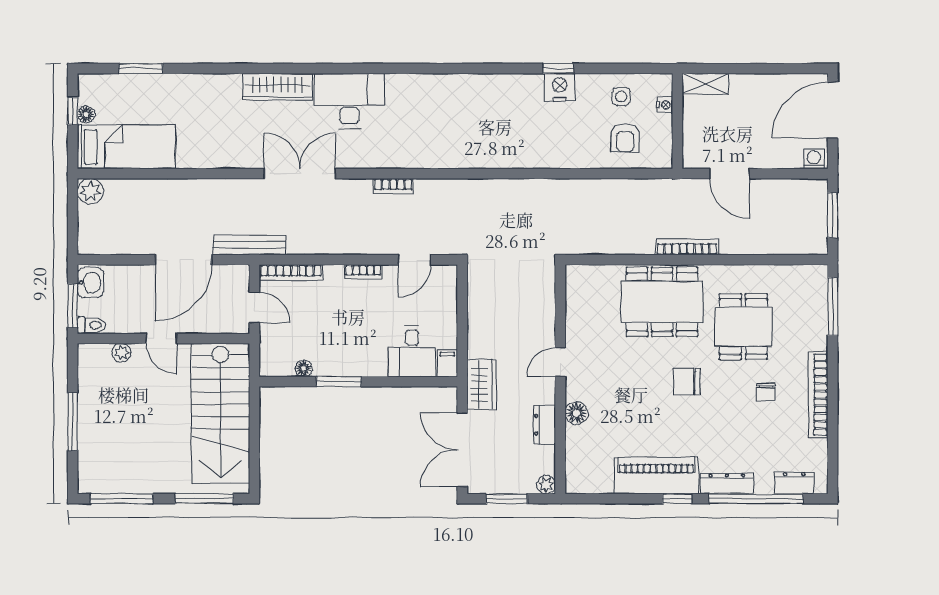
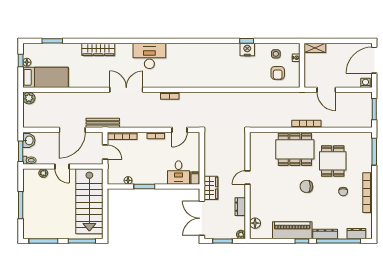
wardrobe: (277, 87) -> (98, 49), moved
floor lamp: (576, 413) -> (255, 223), moved

